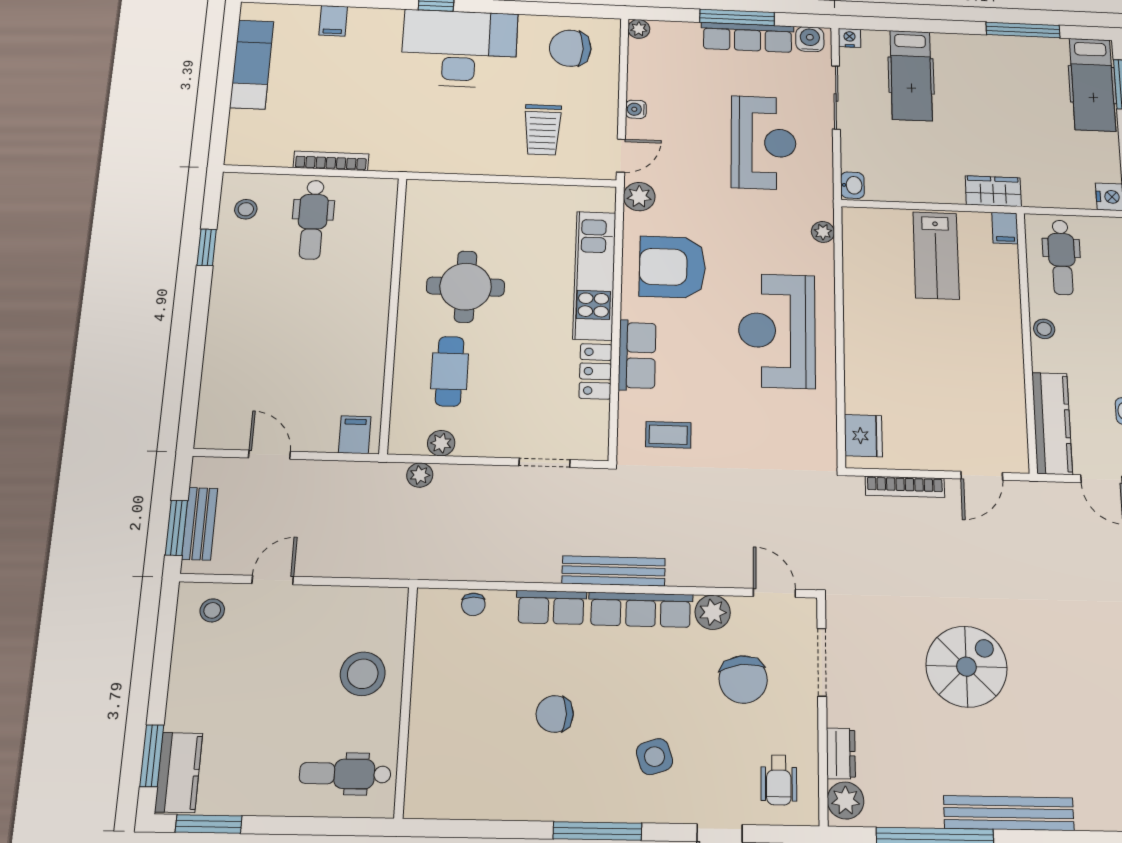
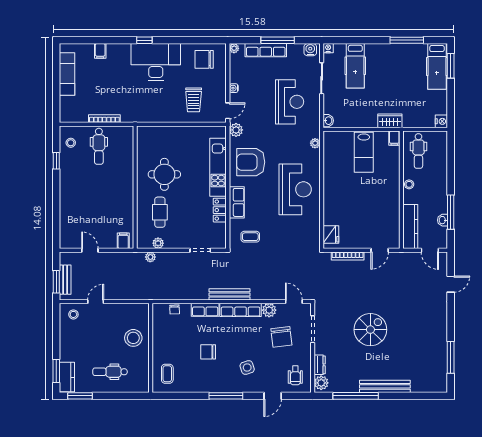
row of seats: (748, 37) -> (266, 50), moved
reception desk: (777, 331) -> (295, 189), turned 180
coffee table: (446, 769) -> (167, 374), added
dental chair: (345, 774) -> (110, 372), moved

